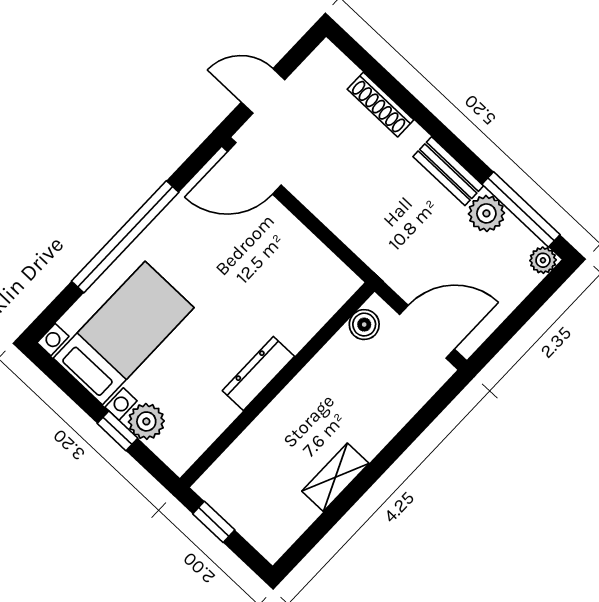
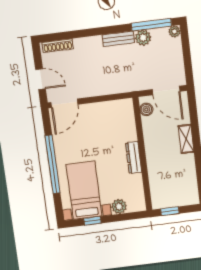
door: (263, 91) -> (41, 79), swing flipped
shoe rack: (380, 105) -> (58, 46), moved
door: (427, 332) -> (166, 90), swing flipped
window: (117, 431) -> (92, 221), moved
shelving: (335, 477) -> (186, 139), moved

